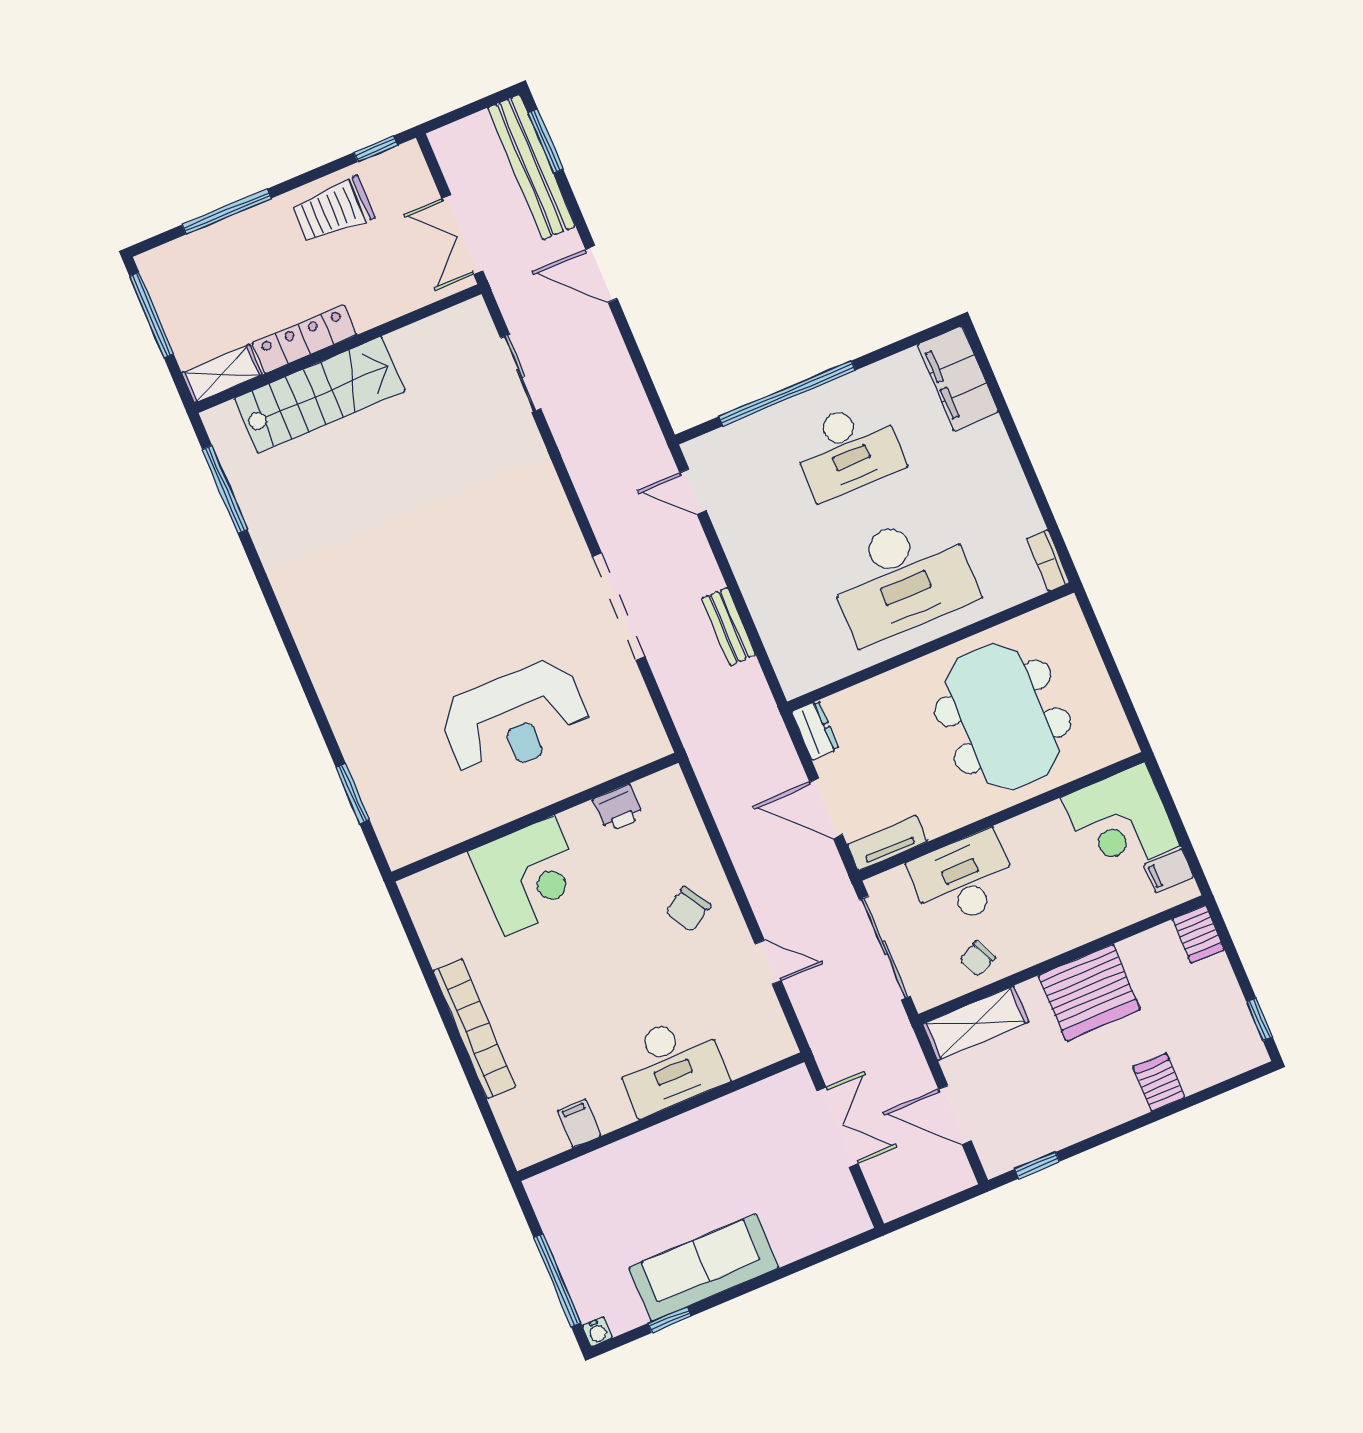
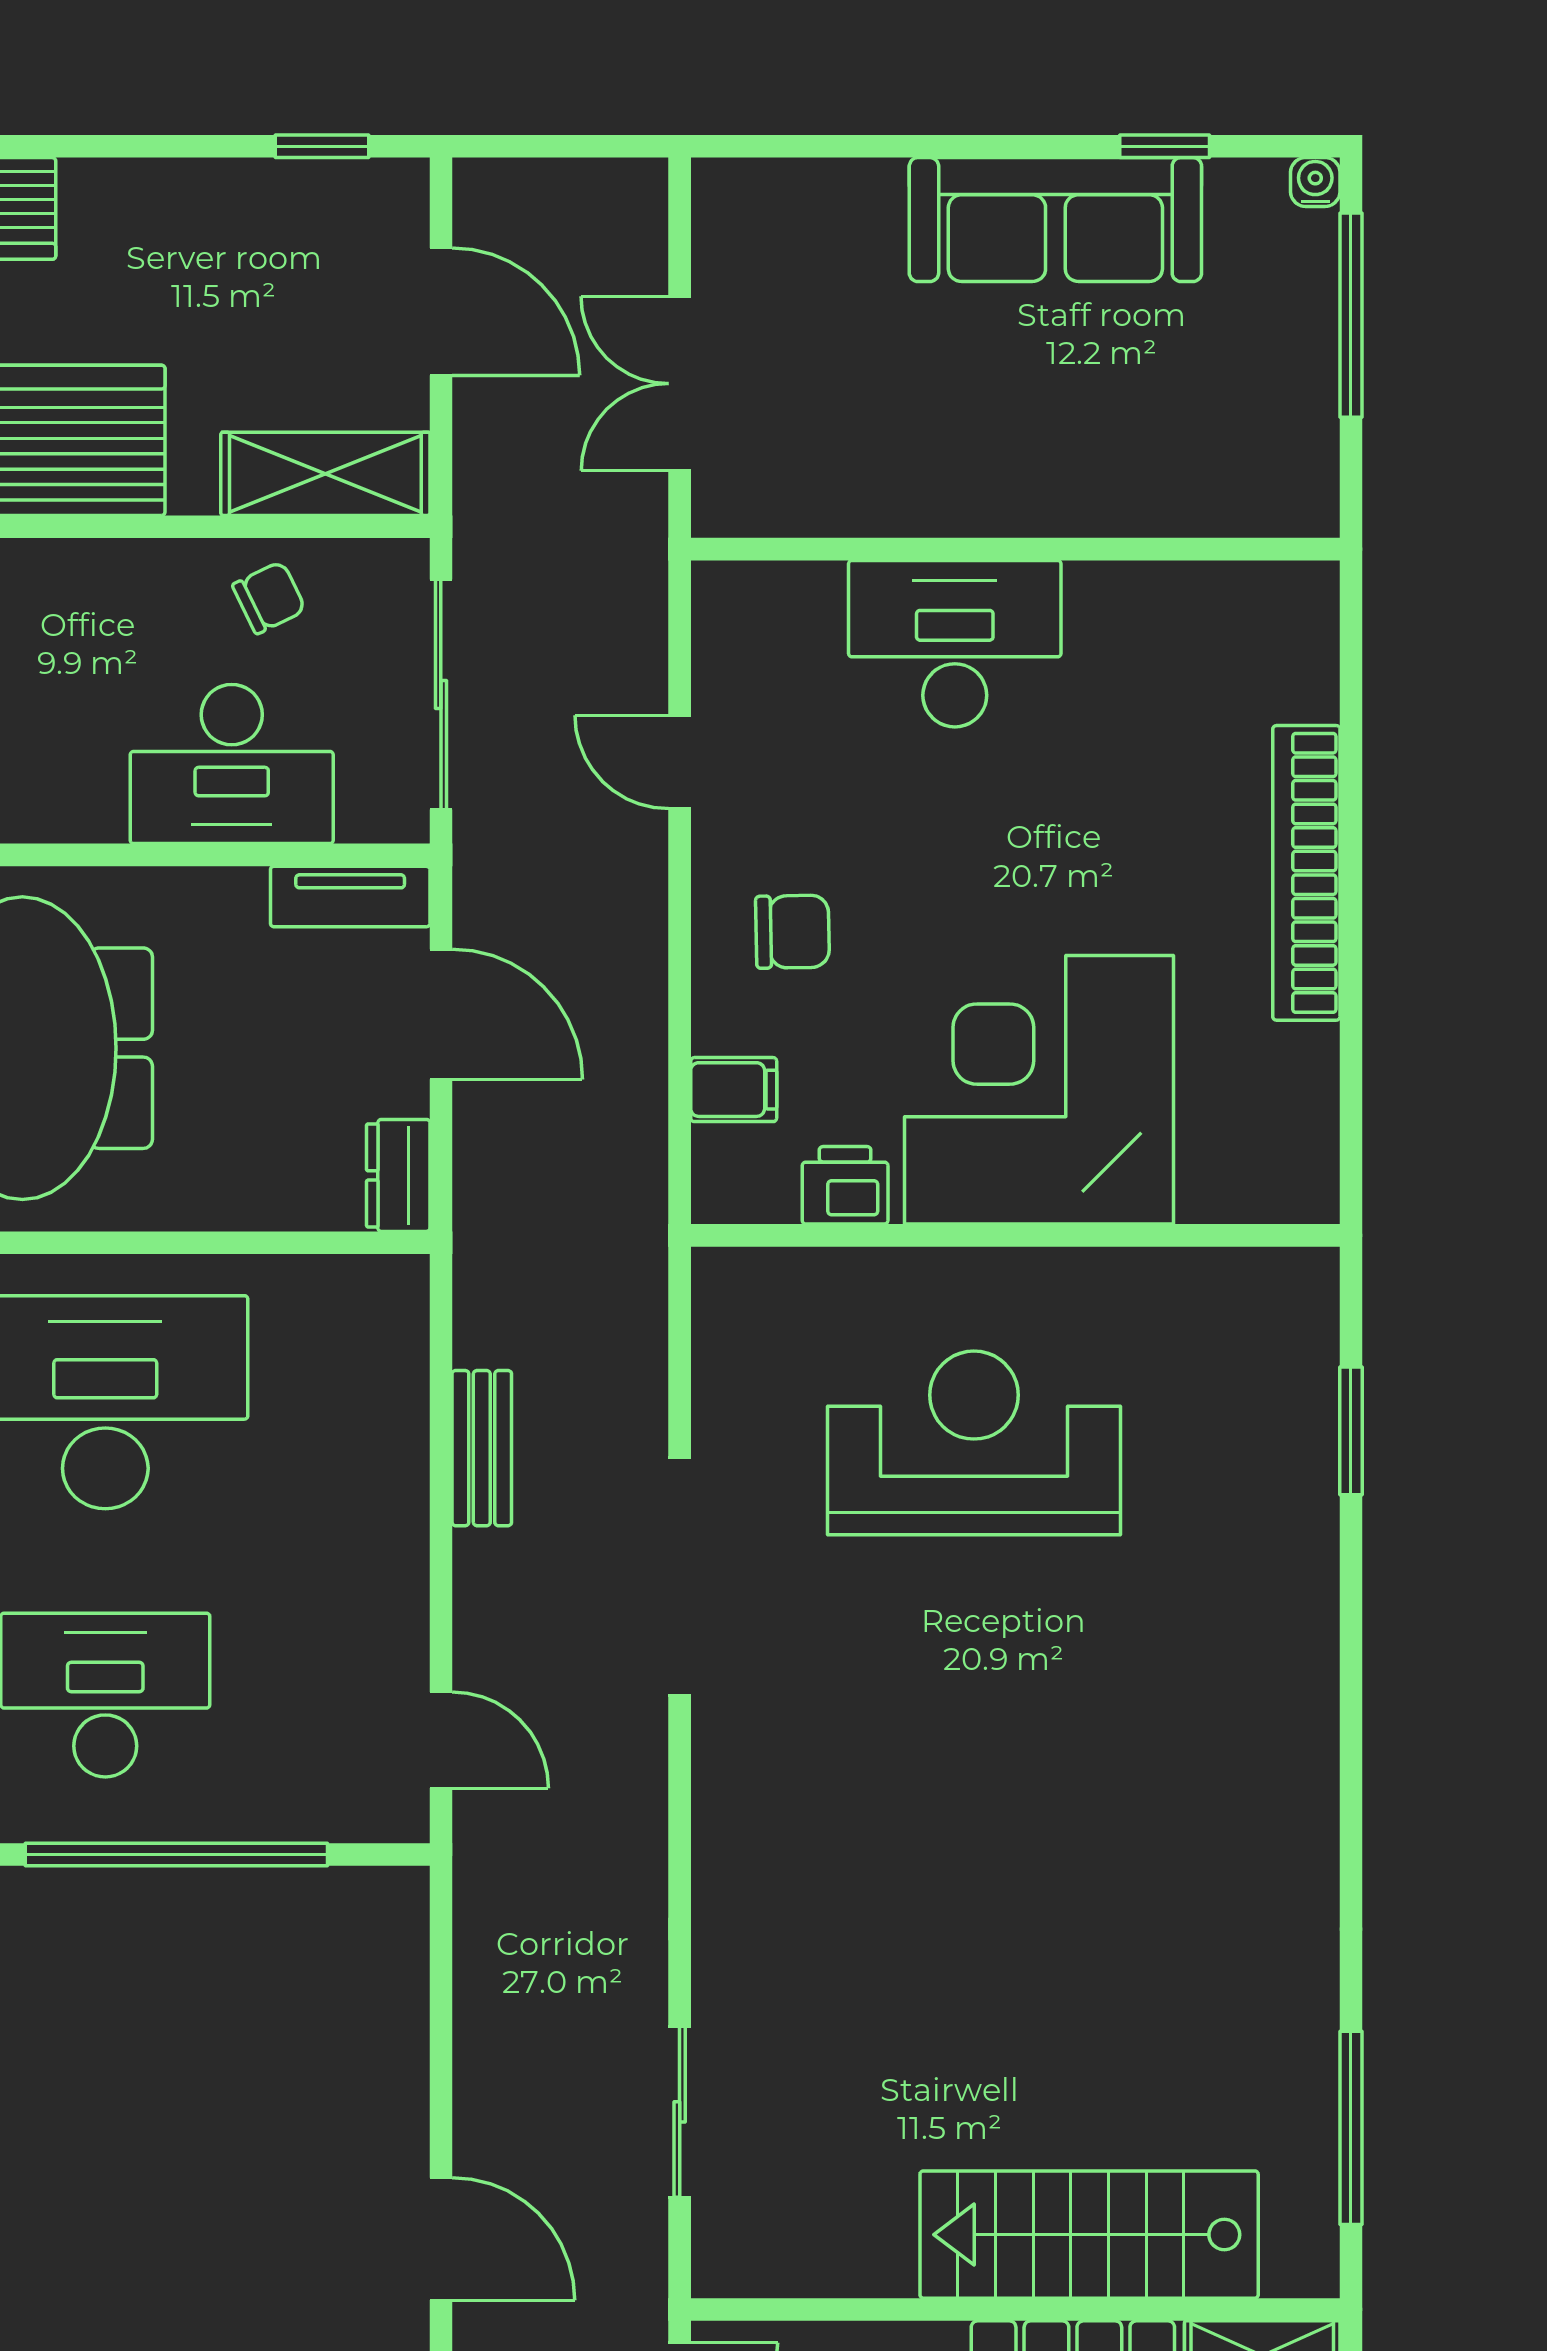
corner desk: (529, 876) -> (1039, 1090), width x1.36, depth x1.36
chair: (688, 909) -> (792, 932), turned 31
filing cabinet: (579, 1123) -> (734, 1090), moved, turned -90

